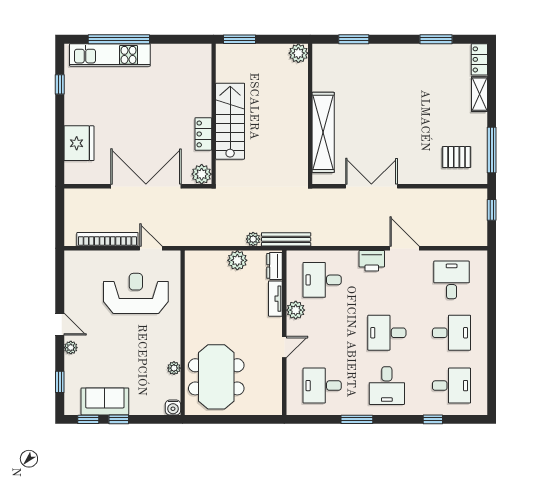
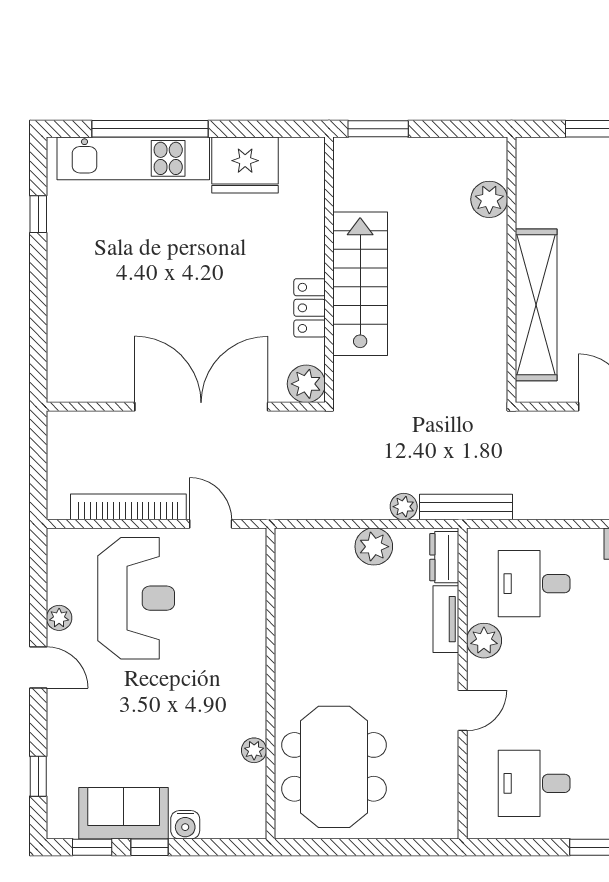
plant: (298, 53) -> (489, 199), moved
fridge: (79, 143) -> (245, 165), moved, turned 90
reception desk: (136, 293) -> (136, 598), moved, turned 90
plant: (71, 348) -> (59, 618), moved
water cooler: (173, 408) -> (185, 825), moved

